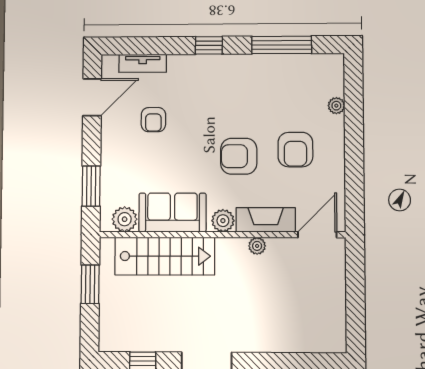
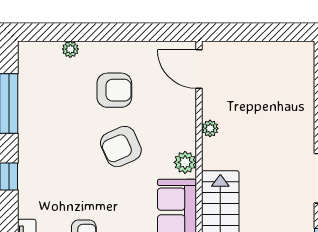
armchair: (239, 156) -> (121, 147), turned 66
fireplace: (266, 220) -> (184, 120), removed

